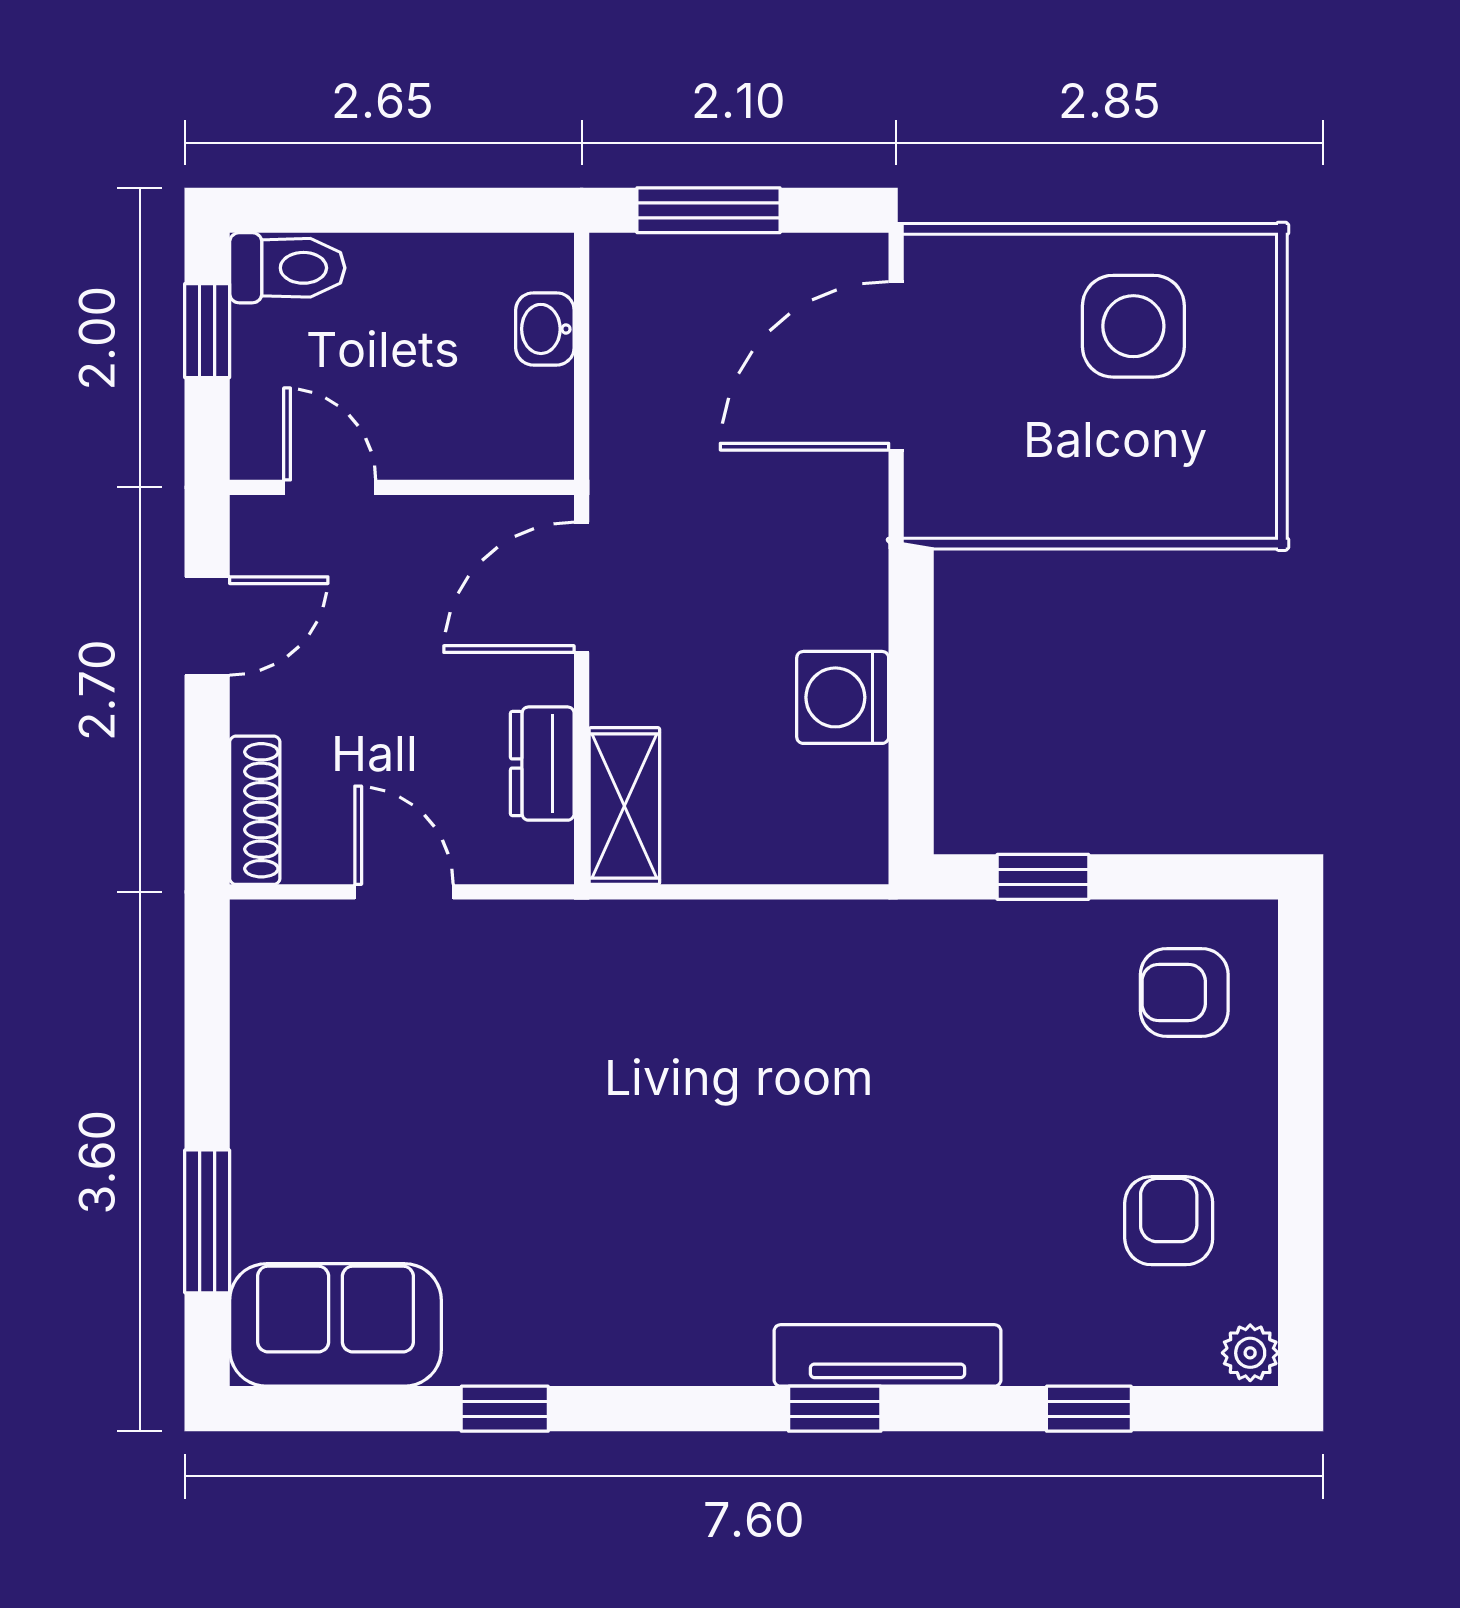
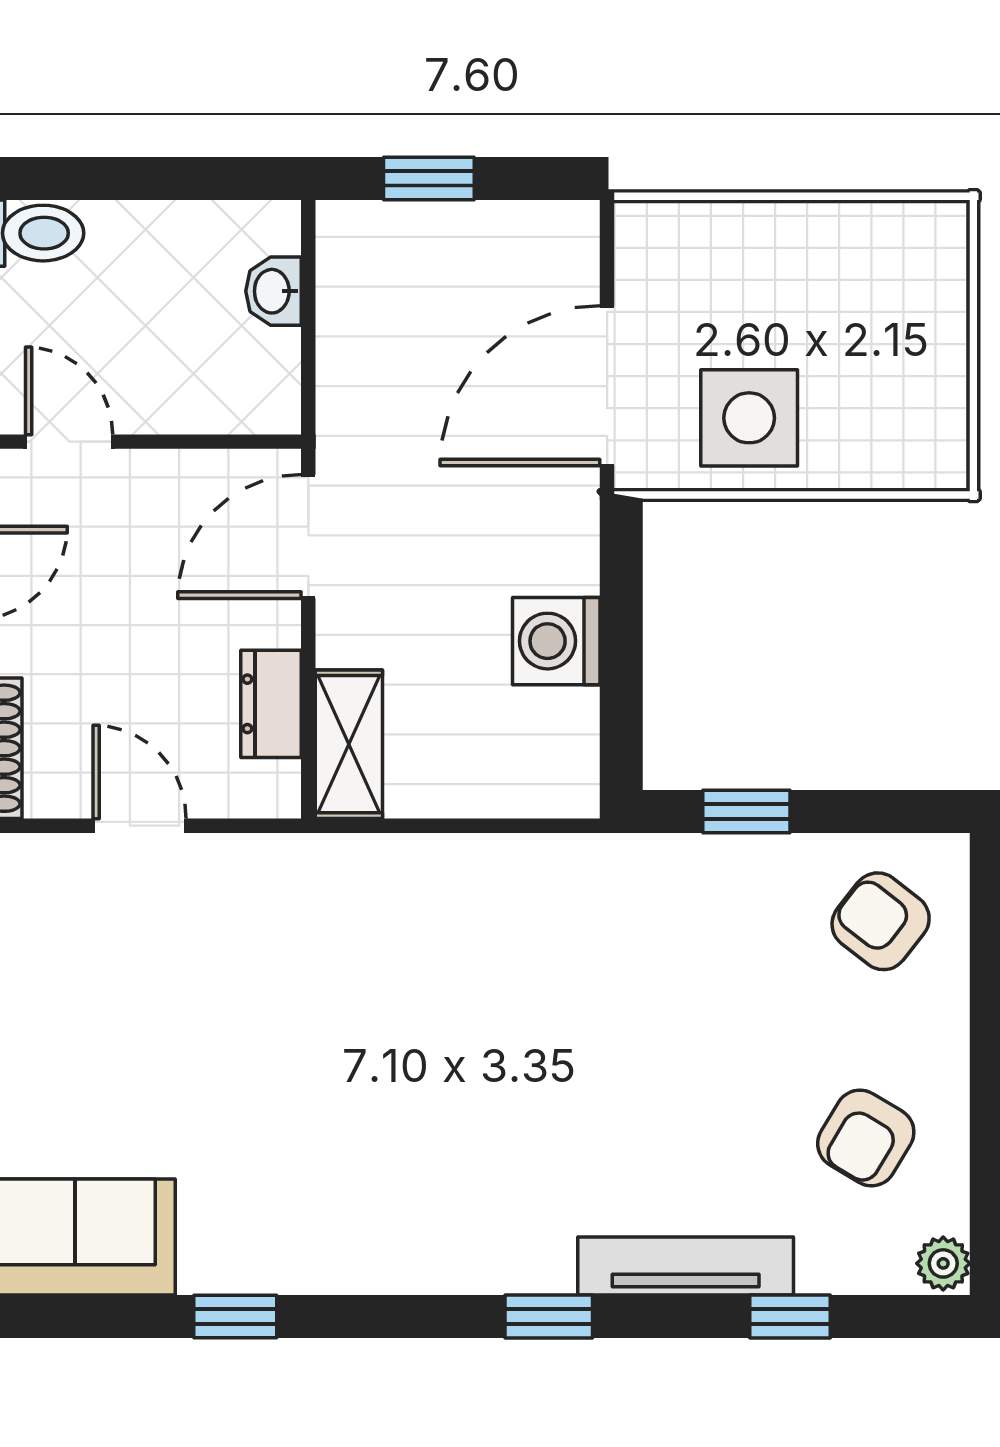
window: (709, 210) -> (429, 178), width x0.67
side table: (1133, 326) -> (749, 418), moved
door: (896, 366) -> (607, 386), moved
armchair: (1184, 992) -> (881, 921), turned 38
armchair: (1169, 1221) -> (866, 1138), turned -149
tv unit: (887, 1355) -> (686, 1266), moved

